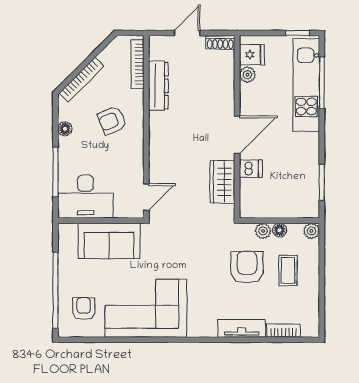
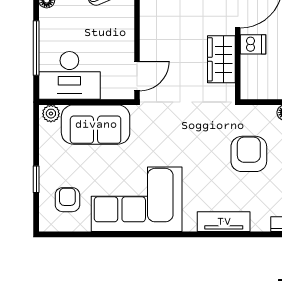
plant: (263, 231) -> (51, 114), moved
window: (55, 290) -> (36, 179), width x0.32
tv unit: (242, 328) -> (224, 222), moved

